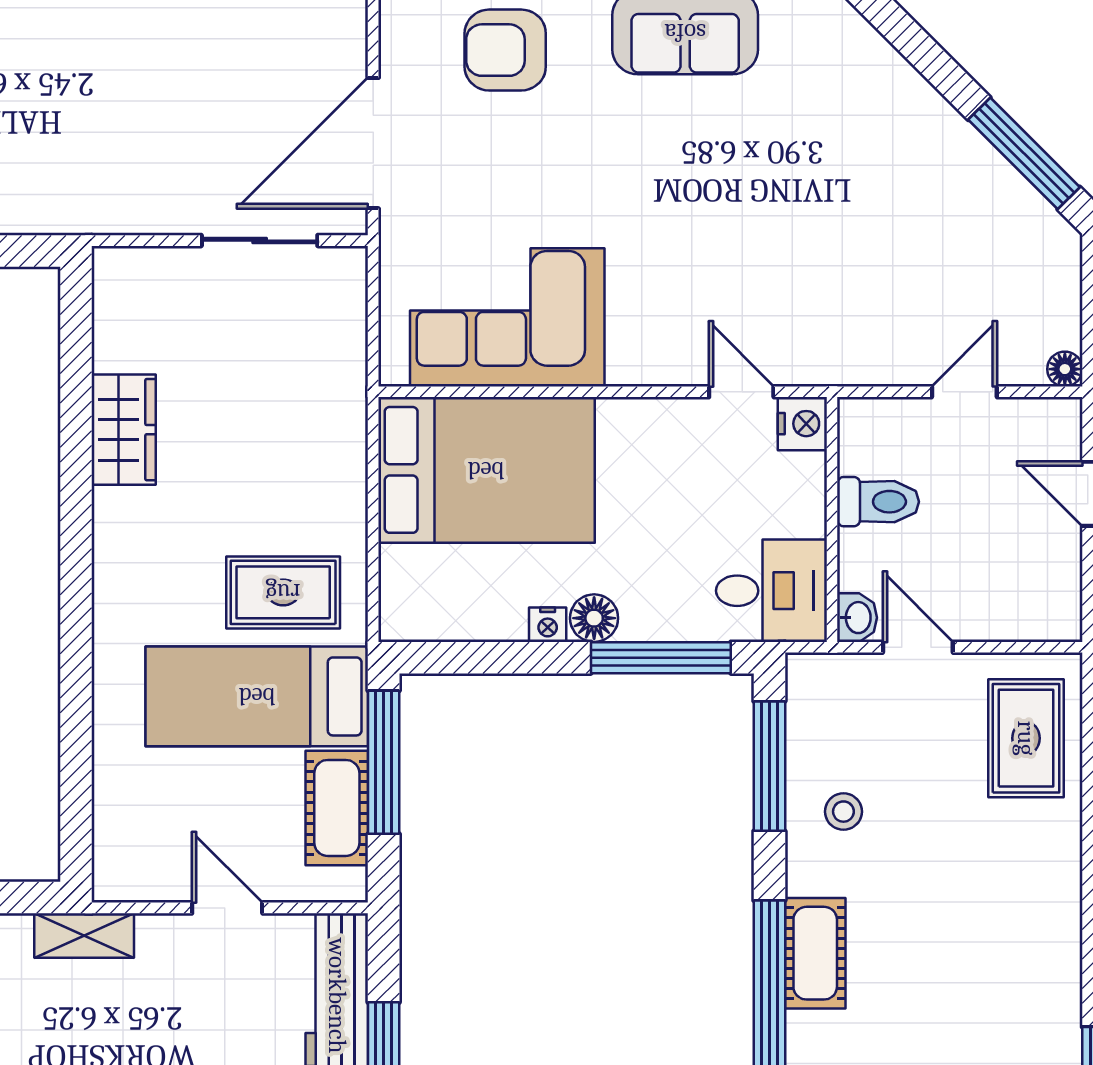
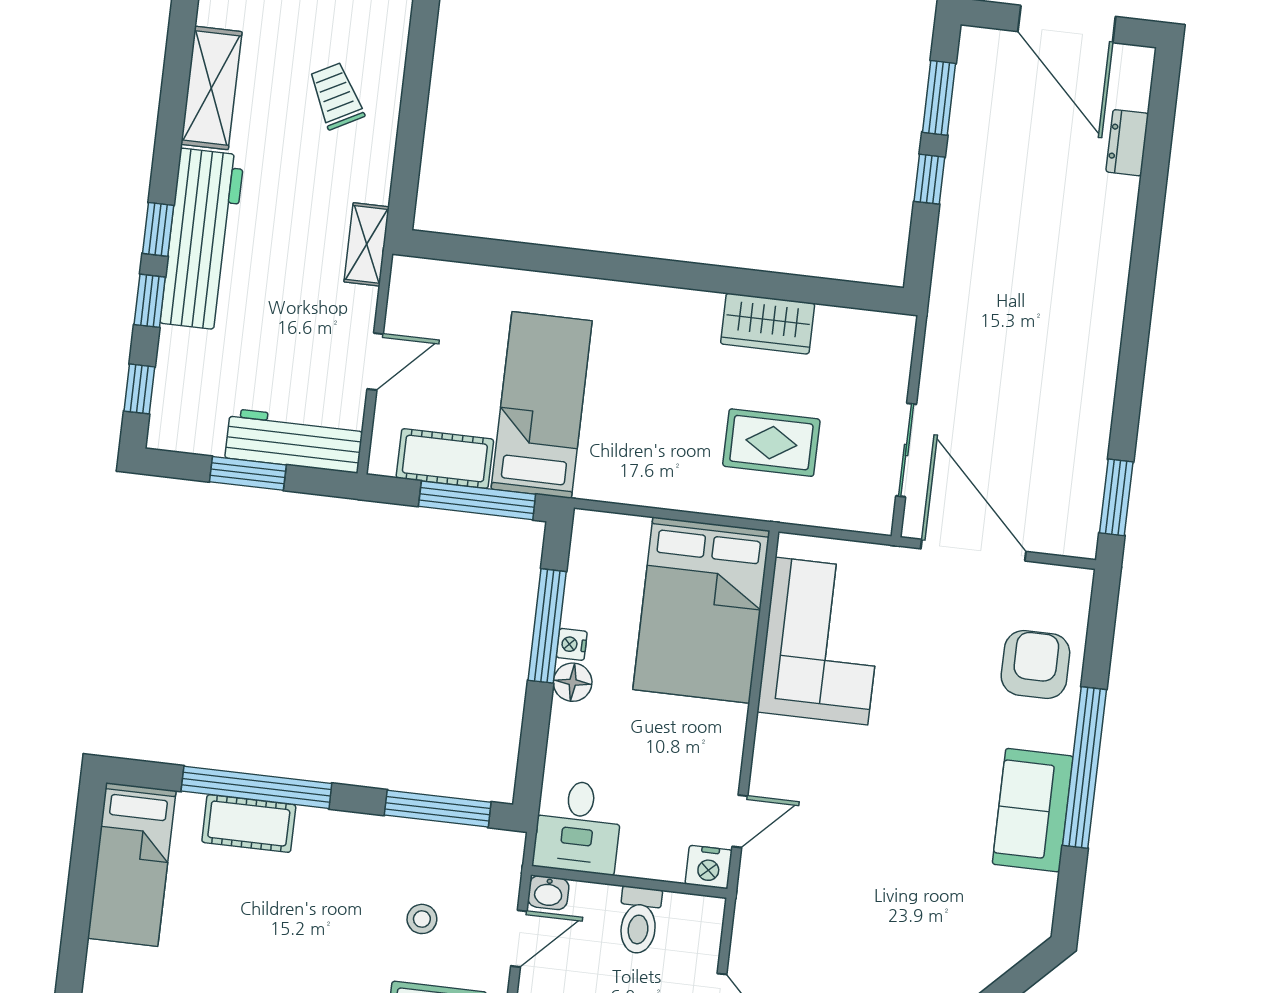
rug: (283, 592) -> (771, 443), moved, turned 90
window: (661, 658) -> (547, 626), moved
stool: (843, 812) -> (422, 919), moved
cot: (815, 953) -> (249, 824), moved

